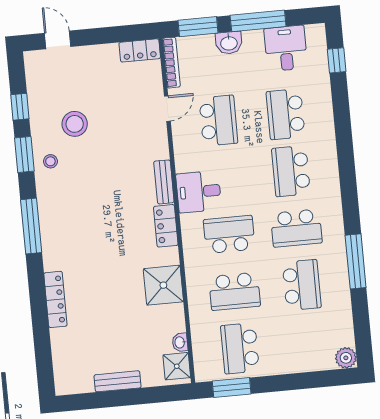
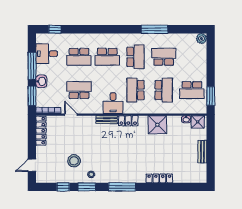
locker: (140, 50) -> (41, 131), width x1.53

